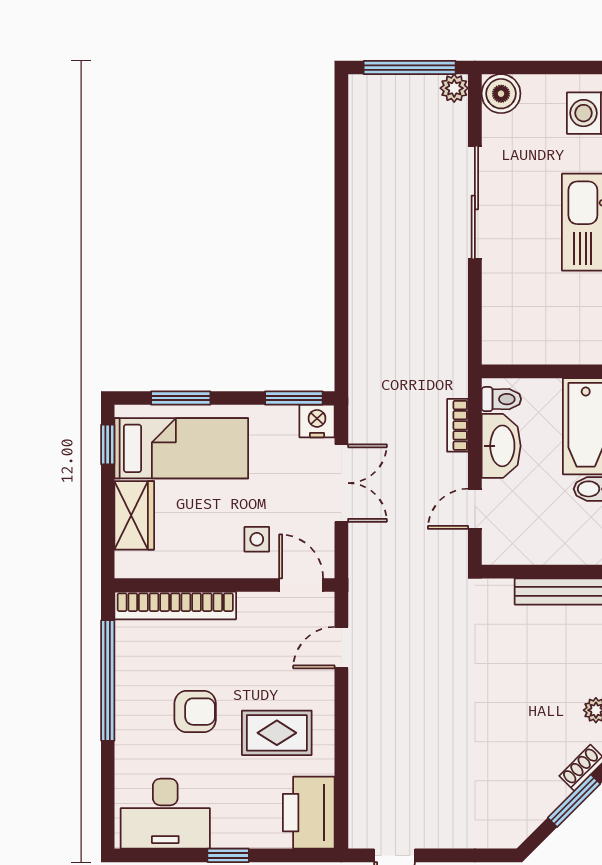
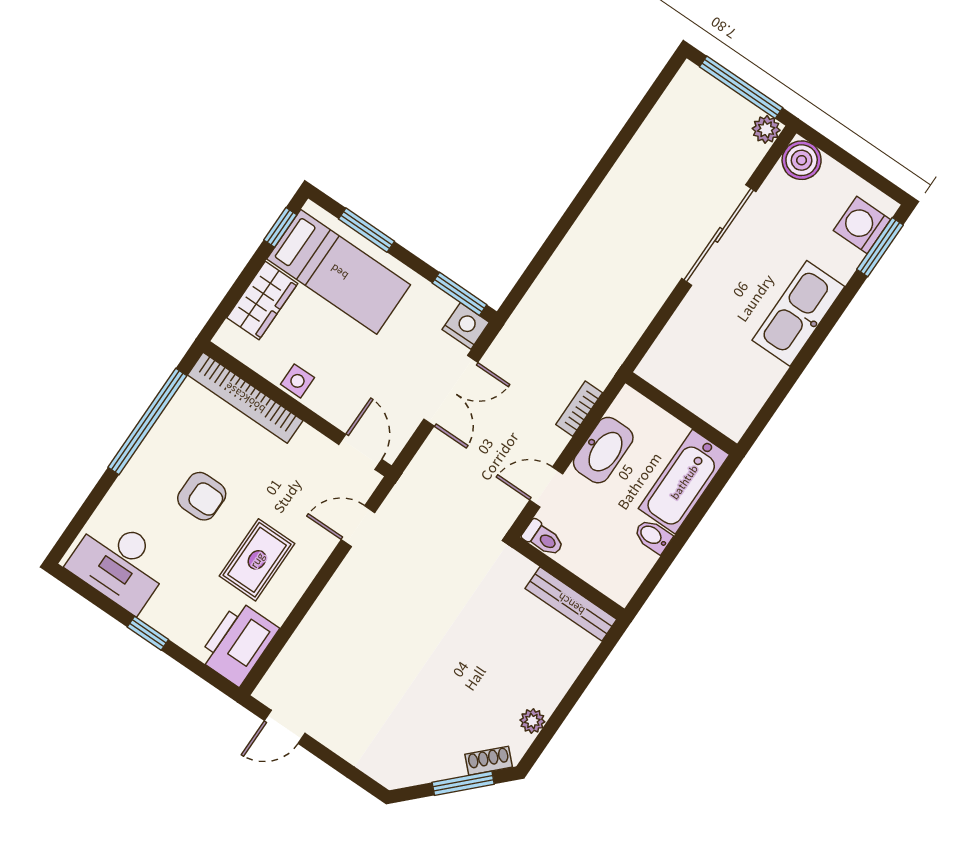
toilet: (501, 399) -> (543, 538), moved
side table: (257, 539) -> (297, 381), moved
rug: (277, 733) -> (257, 560), turned 90

